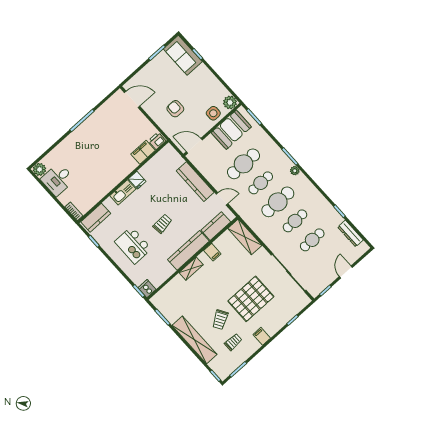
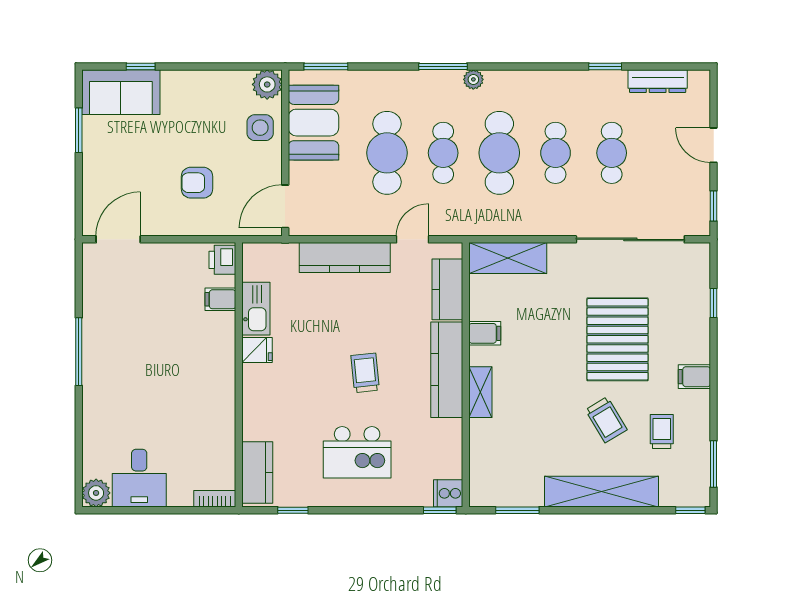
filing cabinet: (143, 152) -> (220, 299), width x0.50
kitchen sink: (123, 192) -> (256, 309), moved

